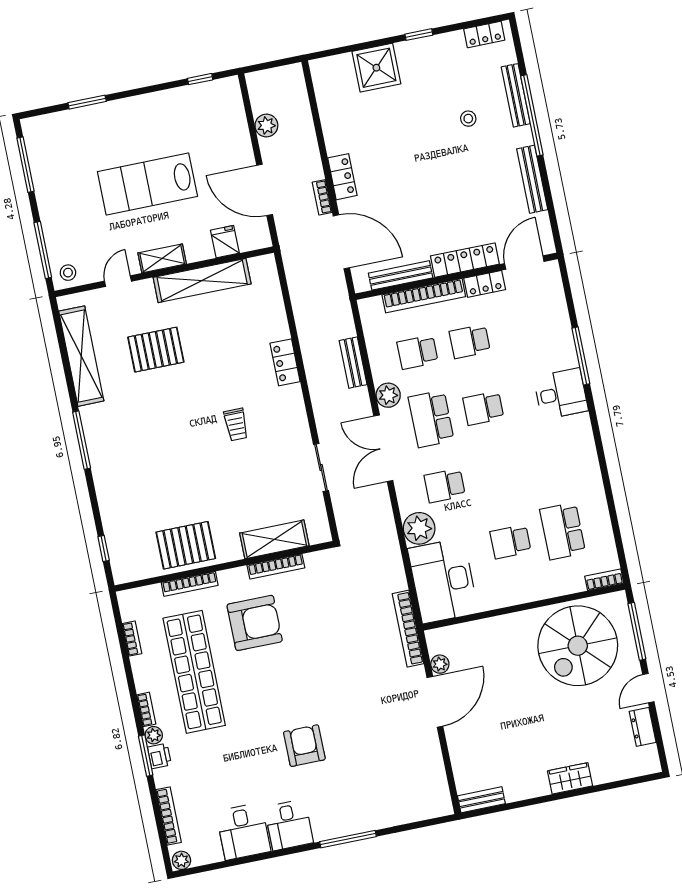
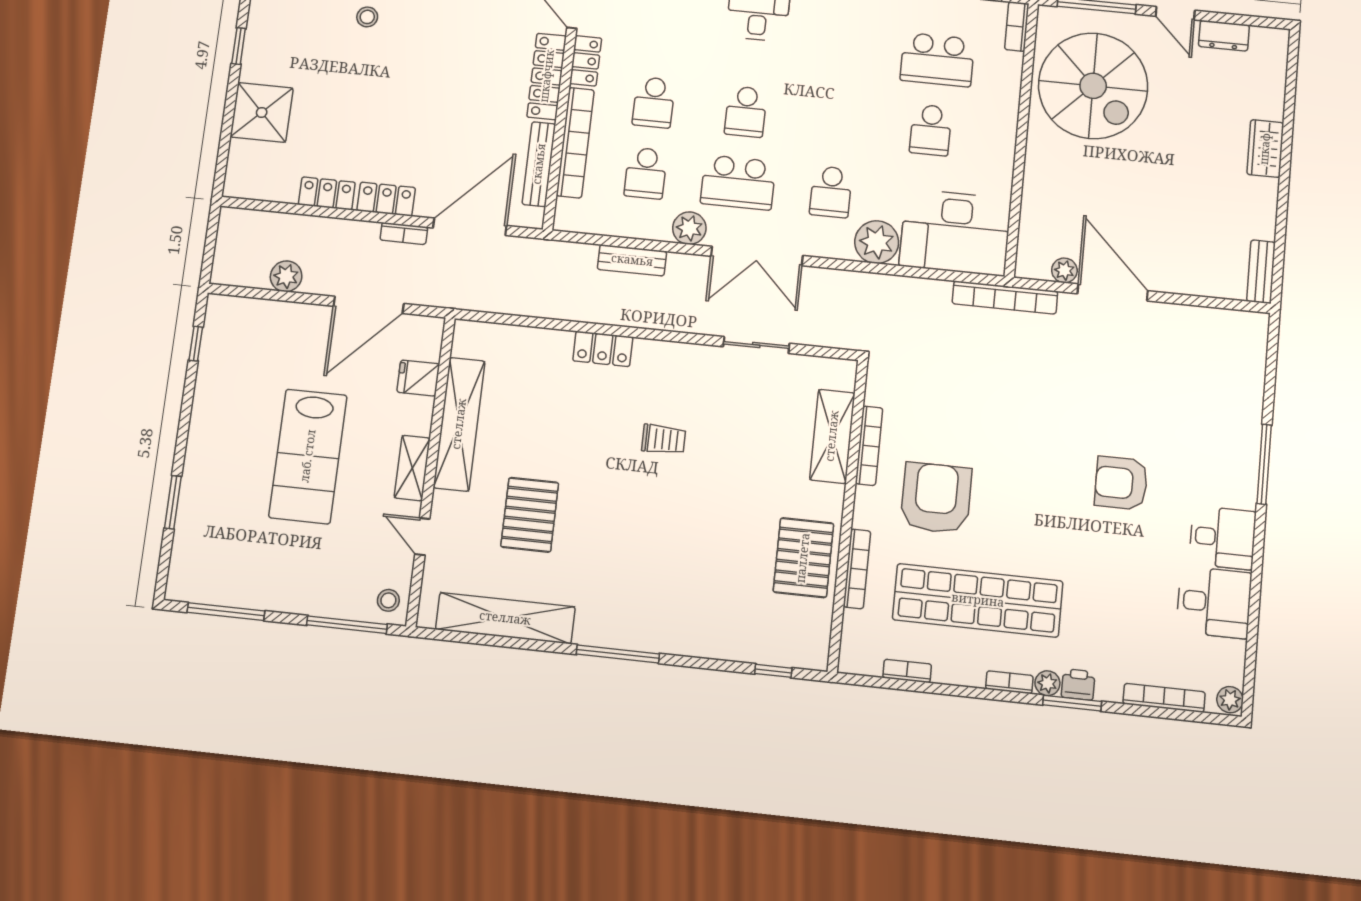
locker: (333, 134) -> (327, 193), added

